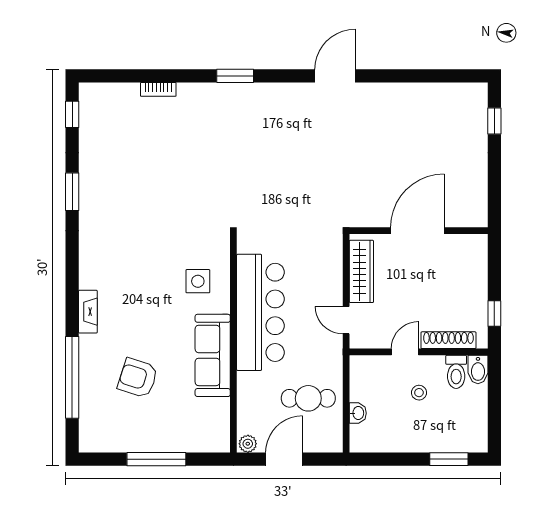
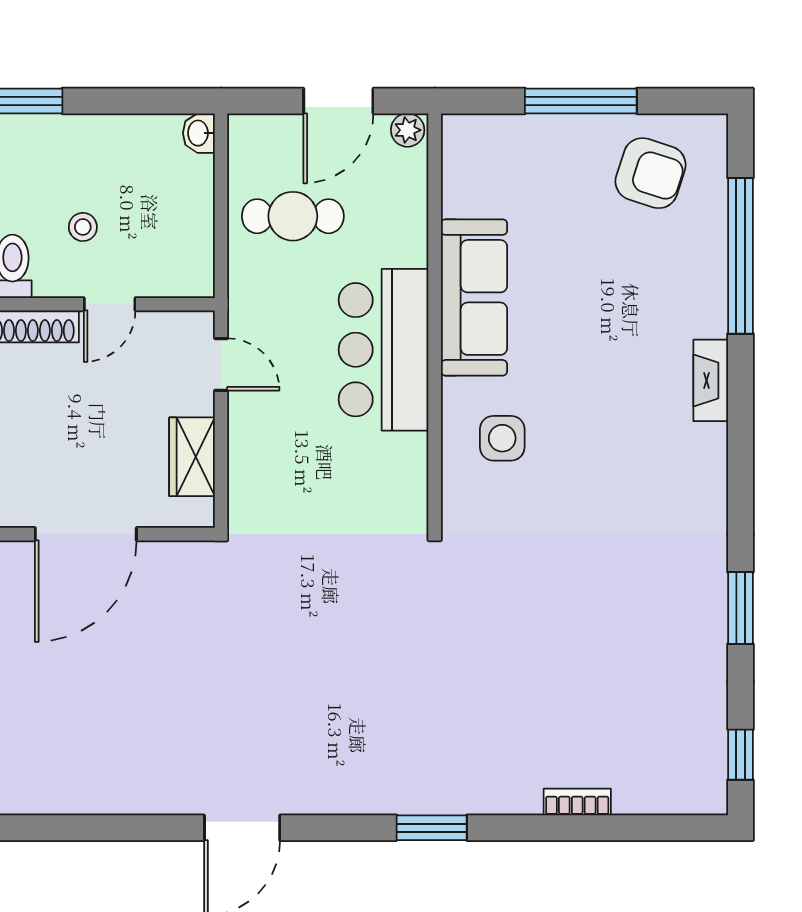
wardrobe: (361, 271) -> (192, 457), width x0.67
bar counter: (260, 312) -> (383, 350), width x0.73
armchair: (138, 378) -> (651, 173), moved
washbasin: (358, 413) -> (199, 133), moved

